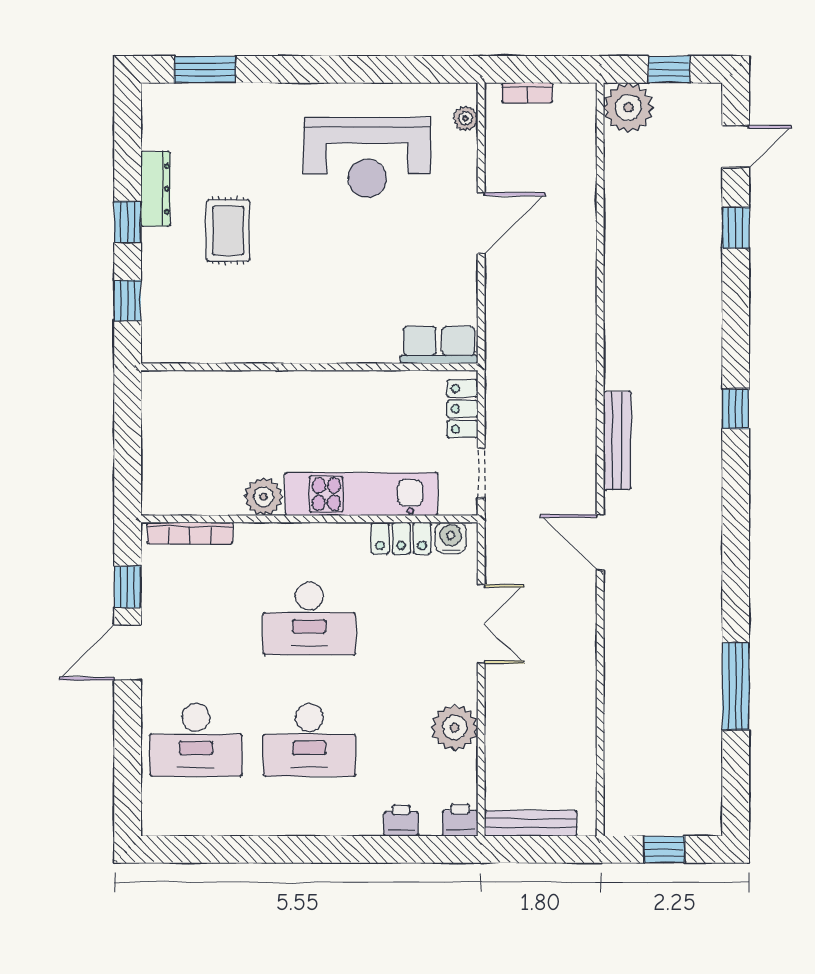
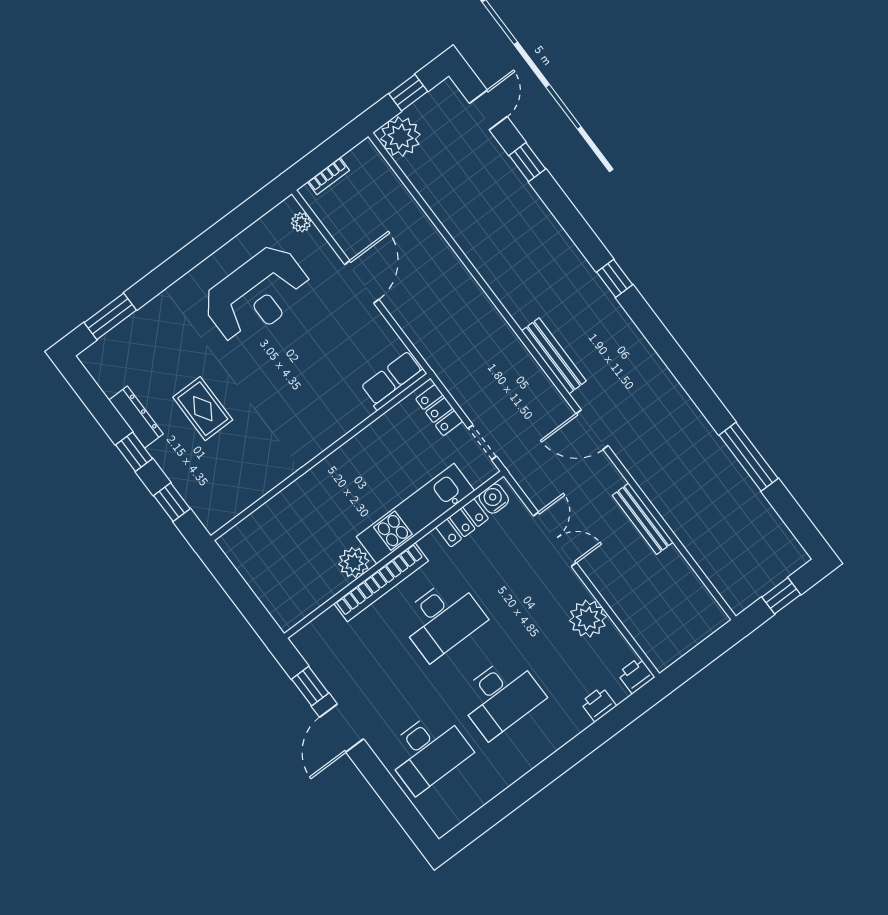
bookcase: (190, 533) -> (381, 582), moved, width x1.48, depth x1.31
bench: (531, 823) -> (643, 519), moved, turned 90

